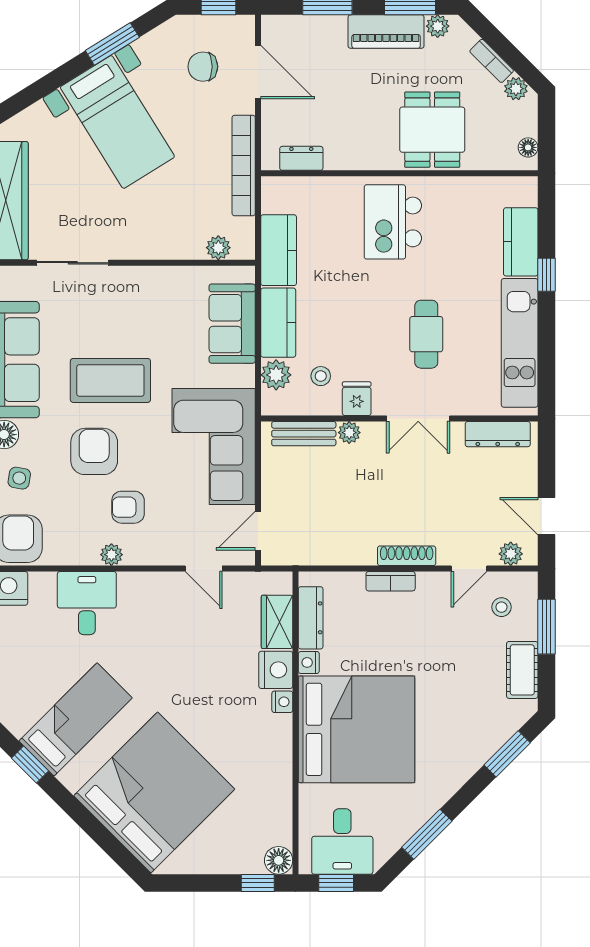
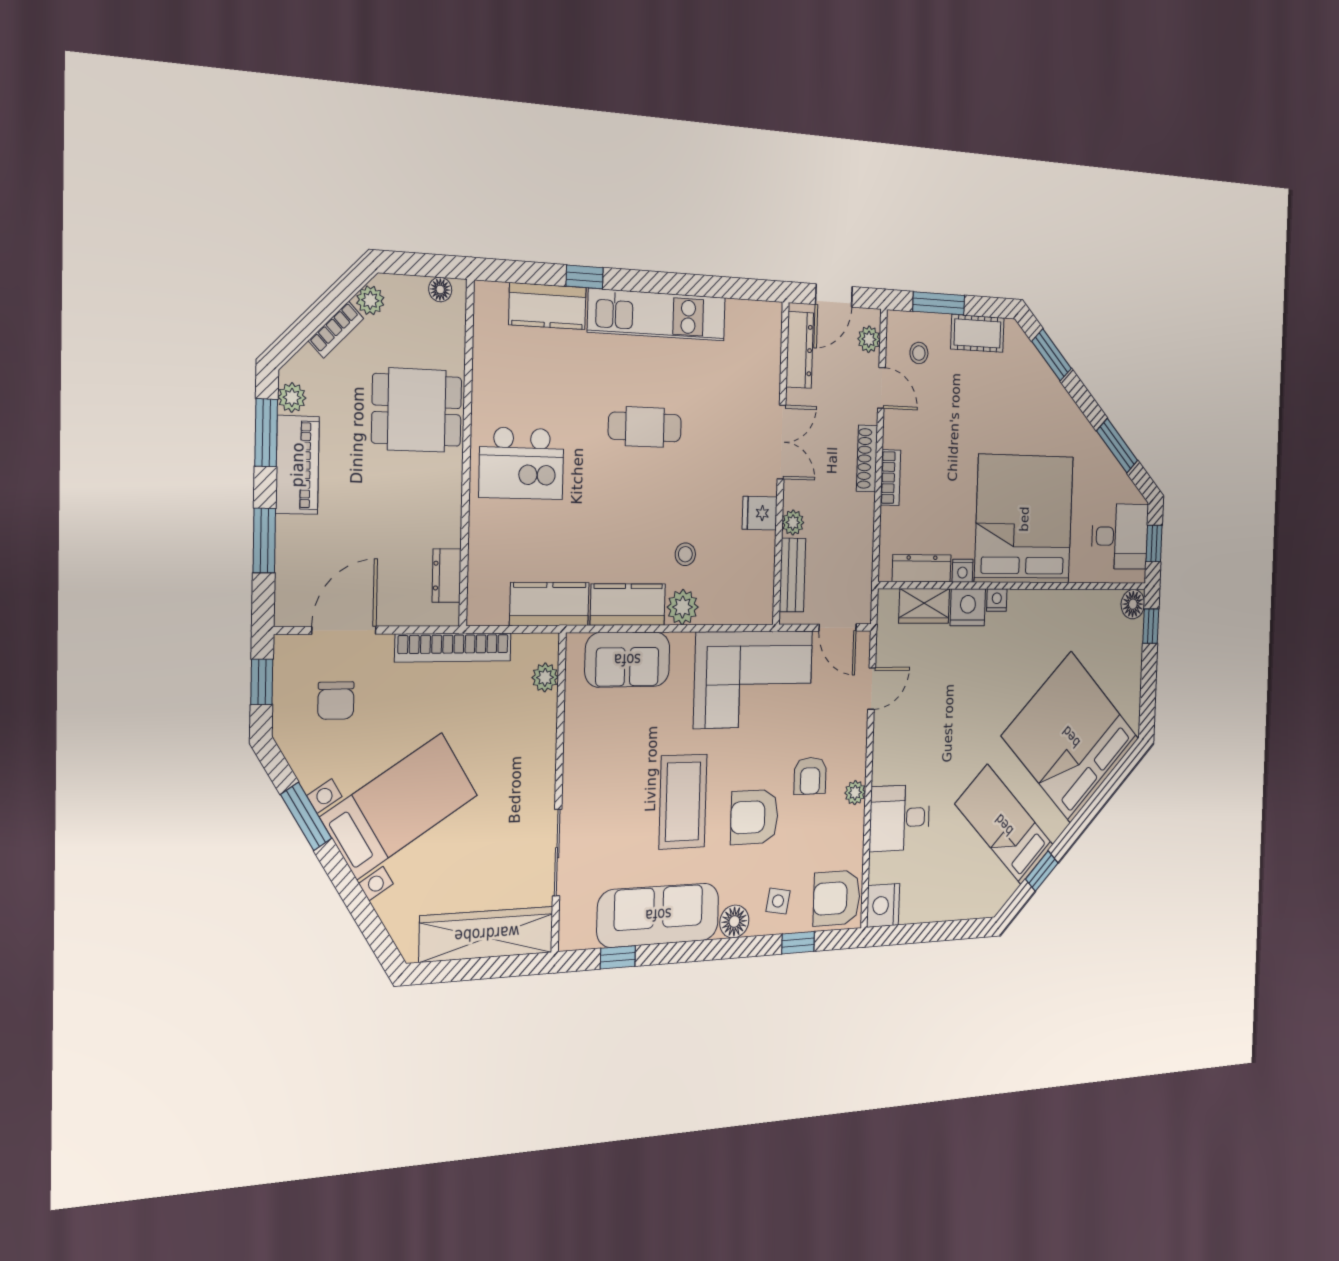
fridge: (357, 399) -> (760, 513), moved
wall: (399, 419) -> (781, 464), moved
double door: (418, 419) -> (782, 442), moved
plant: (349, 433) -> (793, 523), moved
bench: (304, 434) -> (792, 575), moved
dresser: (498, 434) -> (800, 350), moved

